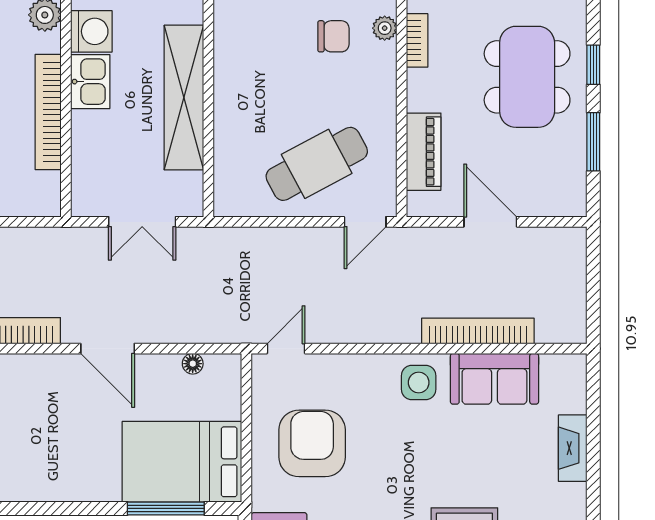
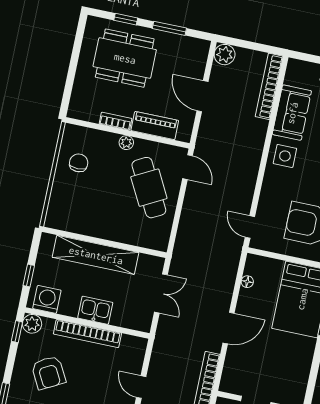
plant: (385, 28) -> (126, 143), moved
bookcase: (417, 40) -> (116, 121), moved
kitchen sink: (90, 82) -> (95, 310), moved
door: (490, 222) -> (202, 96), hinge flipped
plant: (569, 244) -> (225, 55), added
bookcase: (478, 331) -> (269, 86), moved

